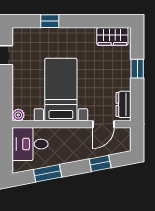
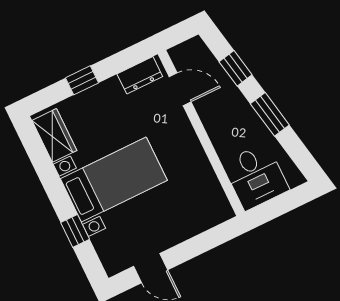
bed with nightstands: (61, 90) -> (114, 180), moved, turned 180
plant: (18, 115) -> (224, 212), removed
window: (48, 173) -> (270, 114), moved

